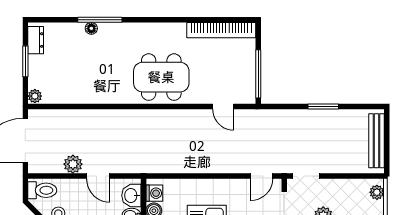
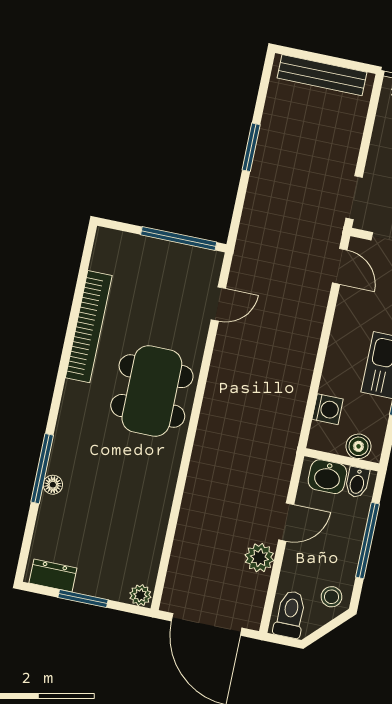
bookcase: (221, 30) -> (89, 327), moved
washing machine: (154, 193) -> (328, 409), moved, turned 90

